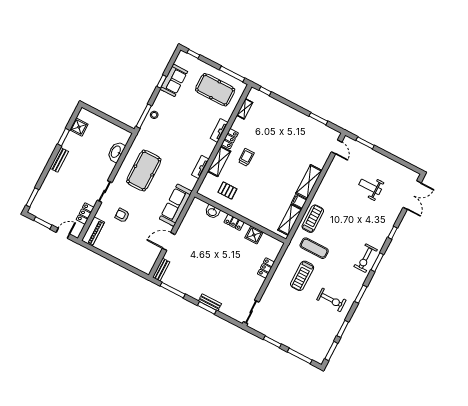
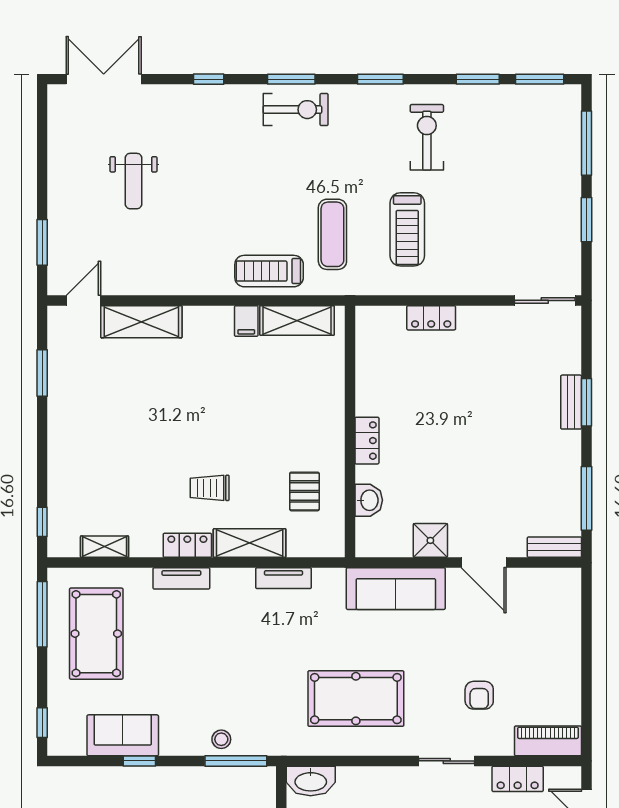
washbasin: (116, 152) -> (311, 781), moved
shelving: (309, 182) -> (141, 322), moved
shower: (254, 235) -> (430, 540), moved
treadmill: (302, 276) -> (407, 229), turned 90

